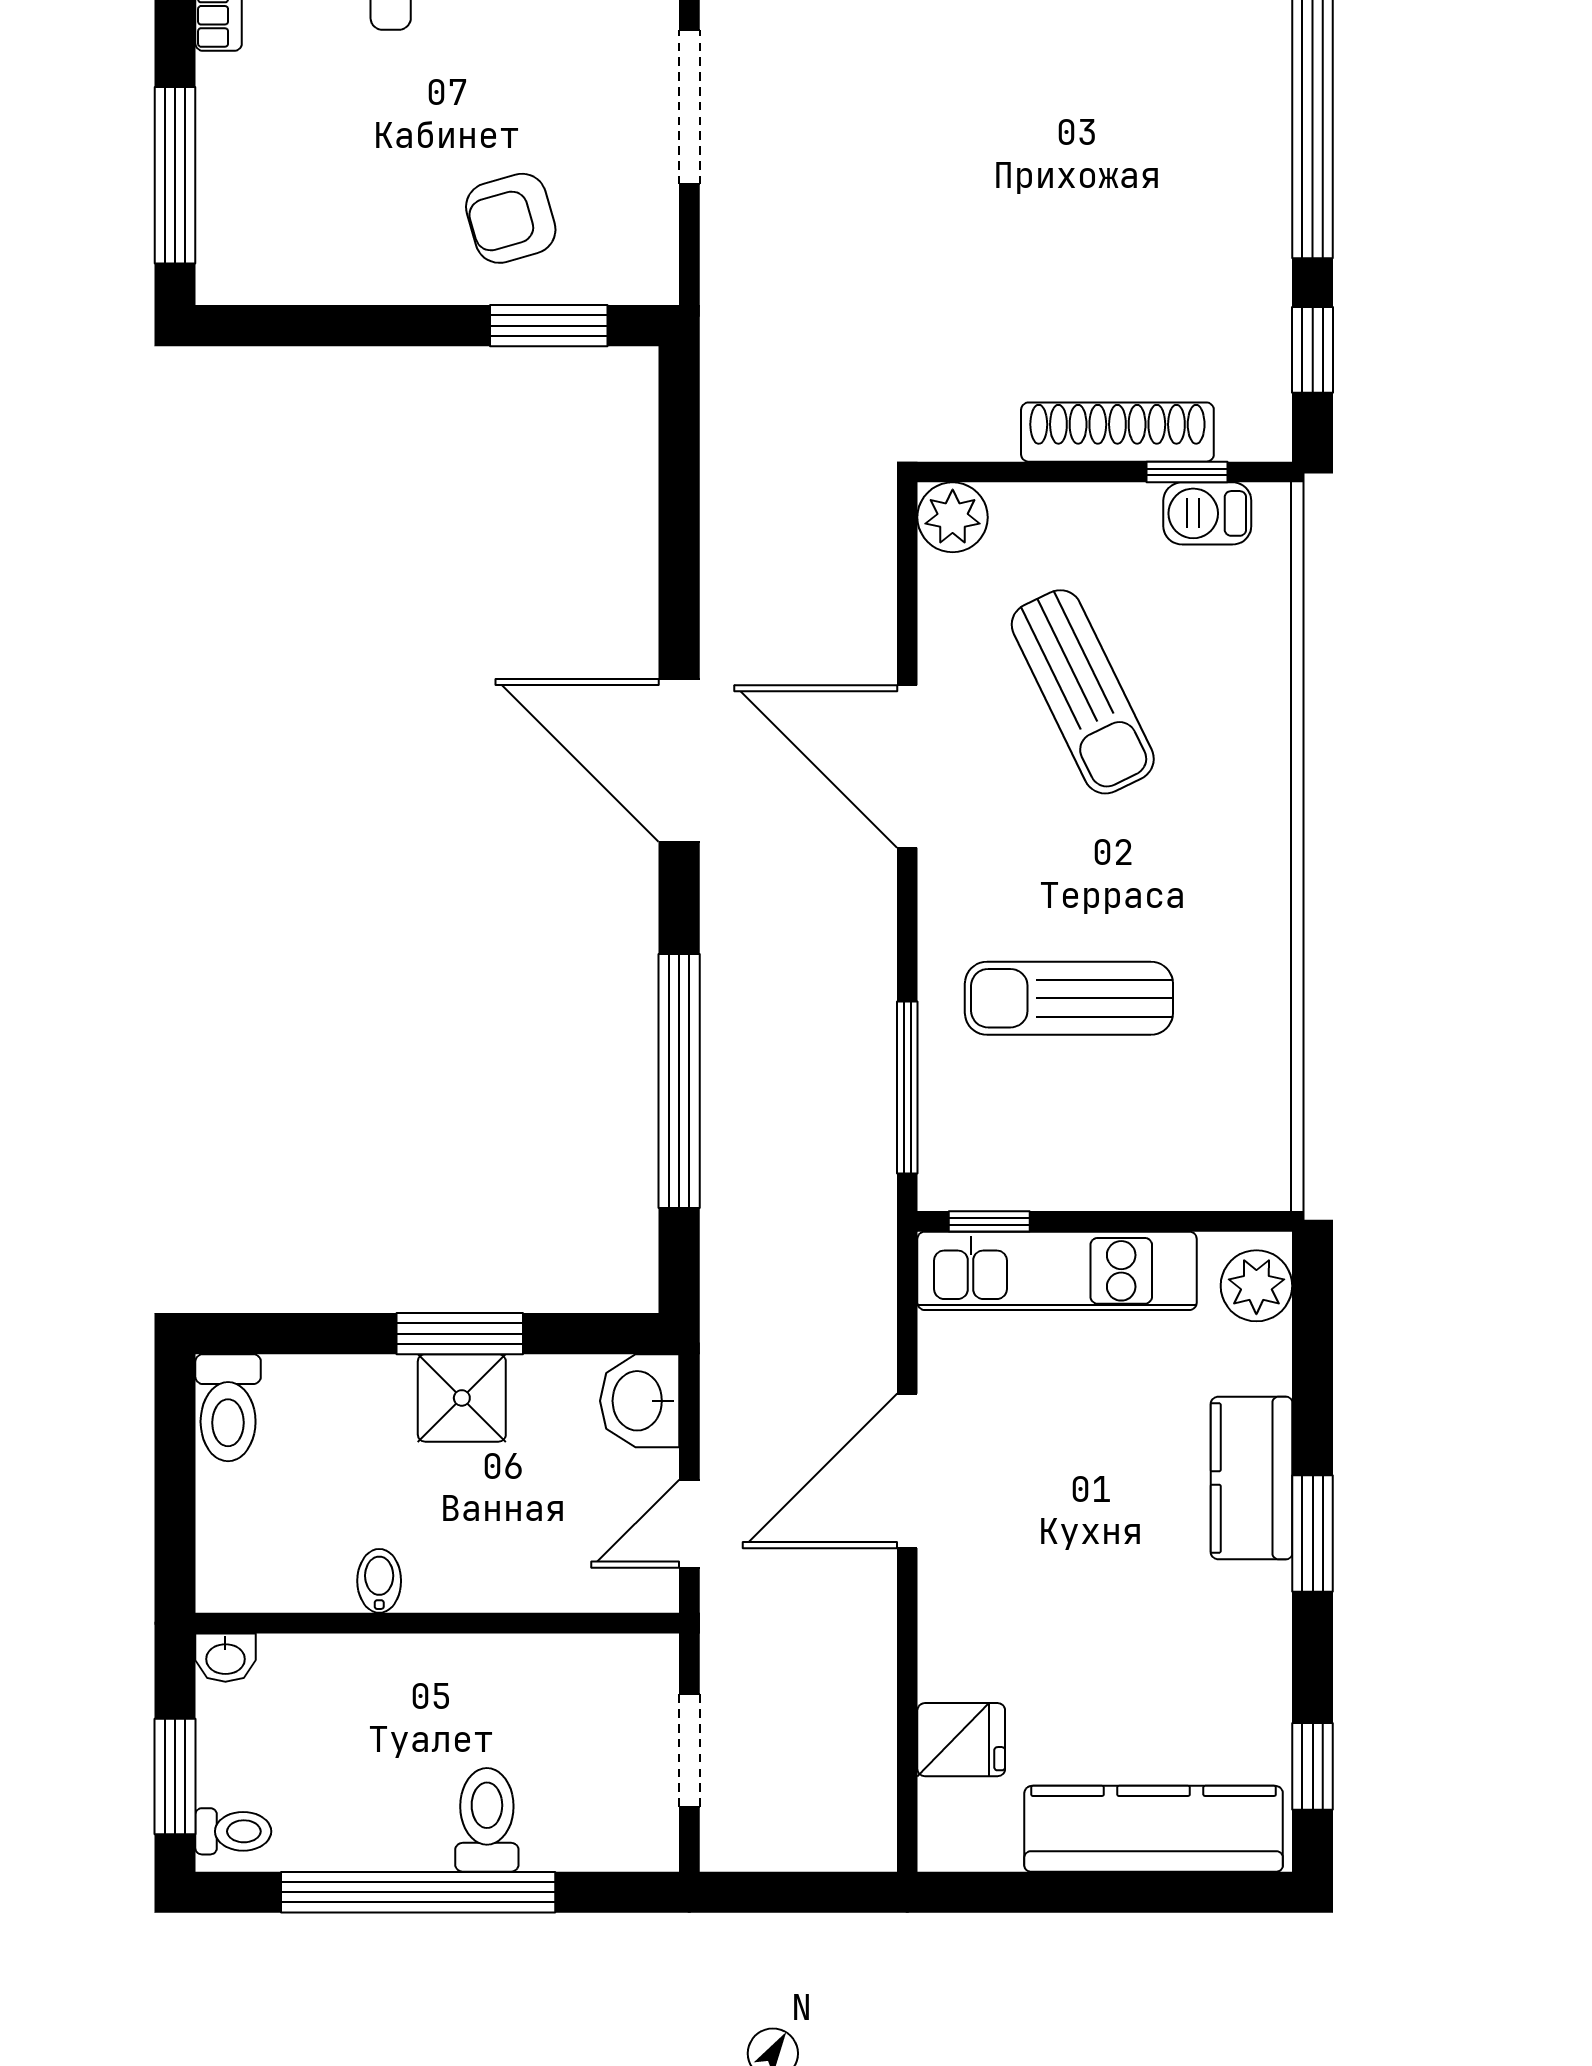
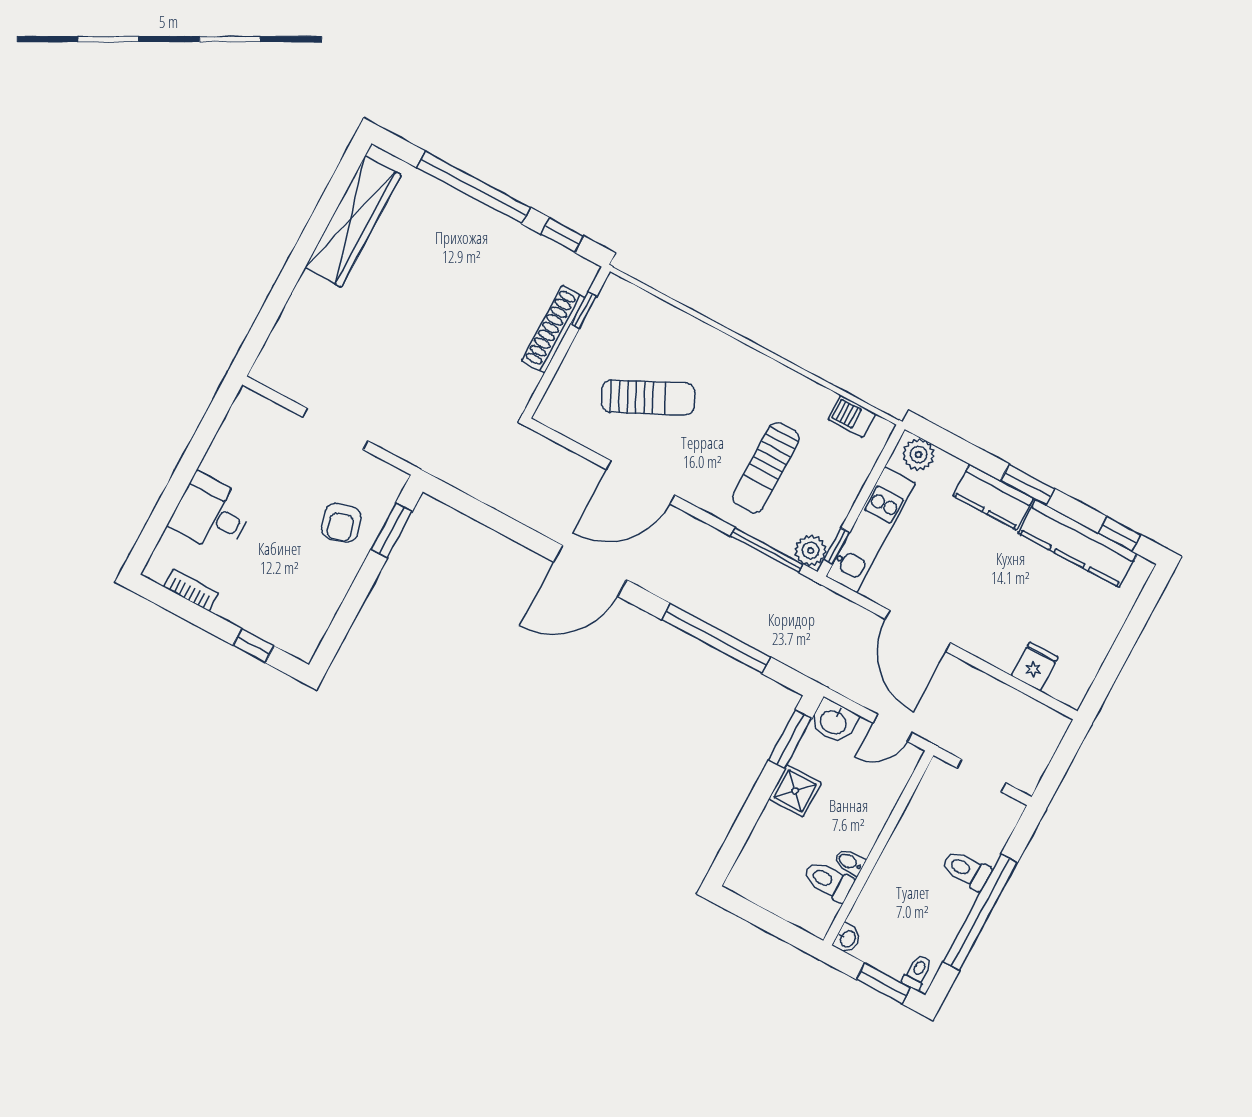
window: (175, 175) -> (254, 646), width x0.46
barbecue: (1207, 513) -> (852, 417), moved, turned 90
plant: (953, 517) -> (811, 551), moved
window: (460, 1334) -> (790, 739), moved
toilet: (228, 1408) -> (828, 881), moved, turned 180
door: (689, 1524) -> (893, 728), hinge flipped
kitchen counter: (1154, 1829) -> (1078, 543), moved, turned -90

